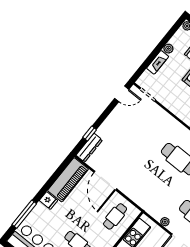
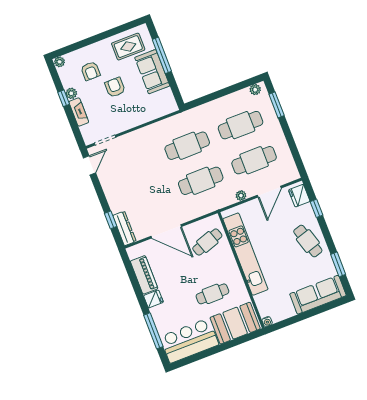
window: (161, 45) -> (64, 98), added
piano: (68, 180) -> (144, 275), width x0.73, depth x0.75
cafe table: (159, 185) -> (201, 181), added
cafe table: (115, 216) -> (207, 242), turned 71

